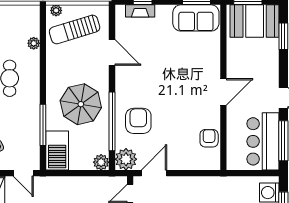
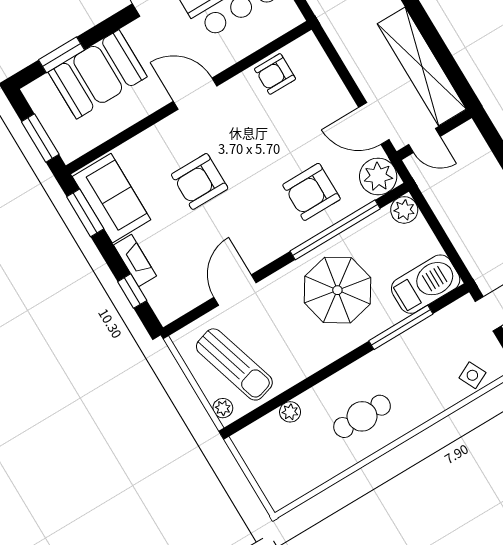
fireplace: (140, 11) -> (135, 260), moved
booth: (255, 21) -> (98, 74), moved, turned 90
armchair: (178, 68) -> (200, 181), added

